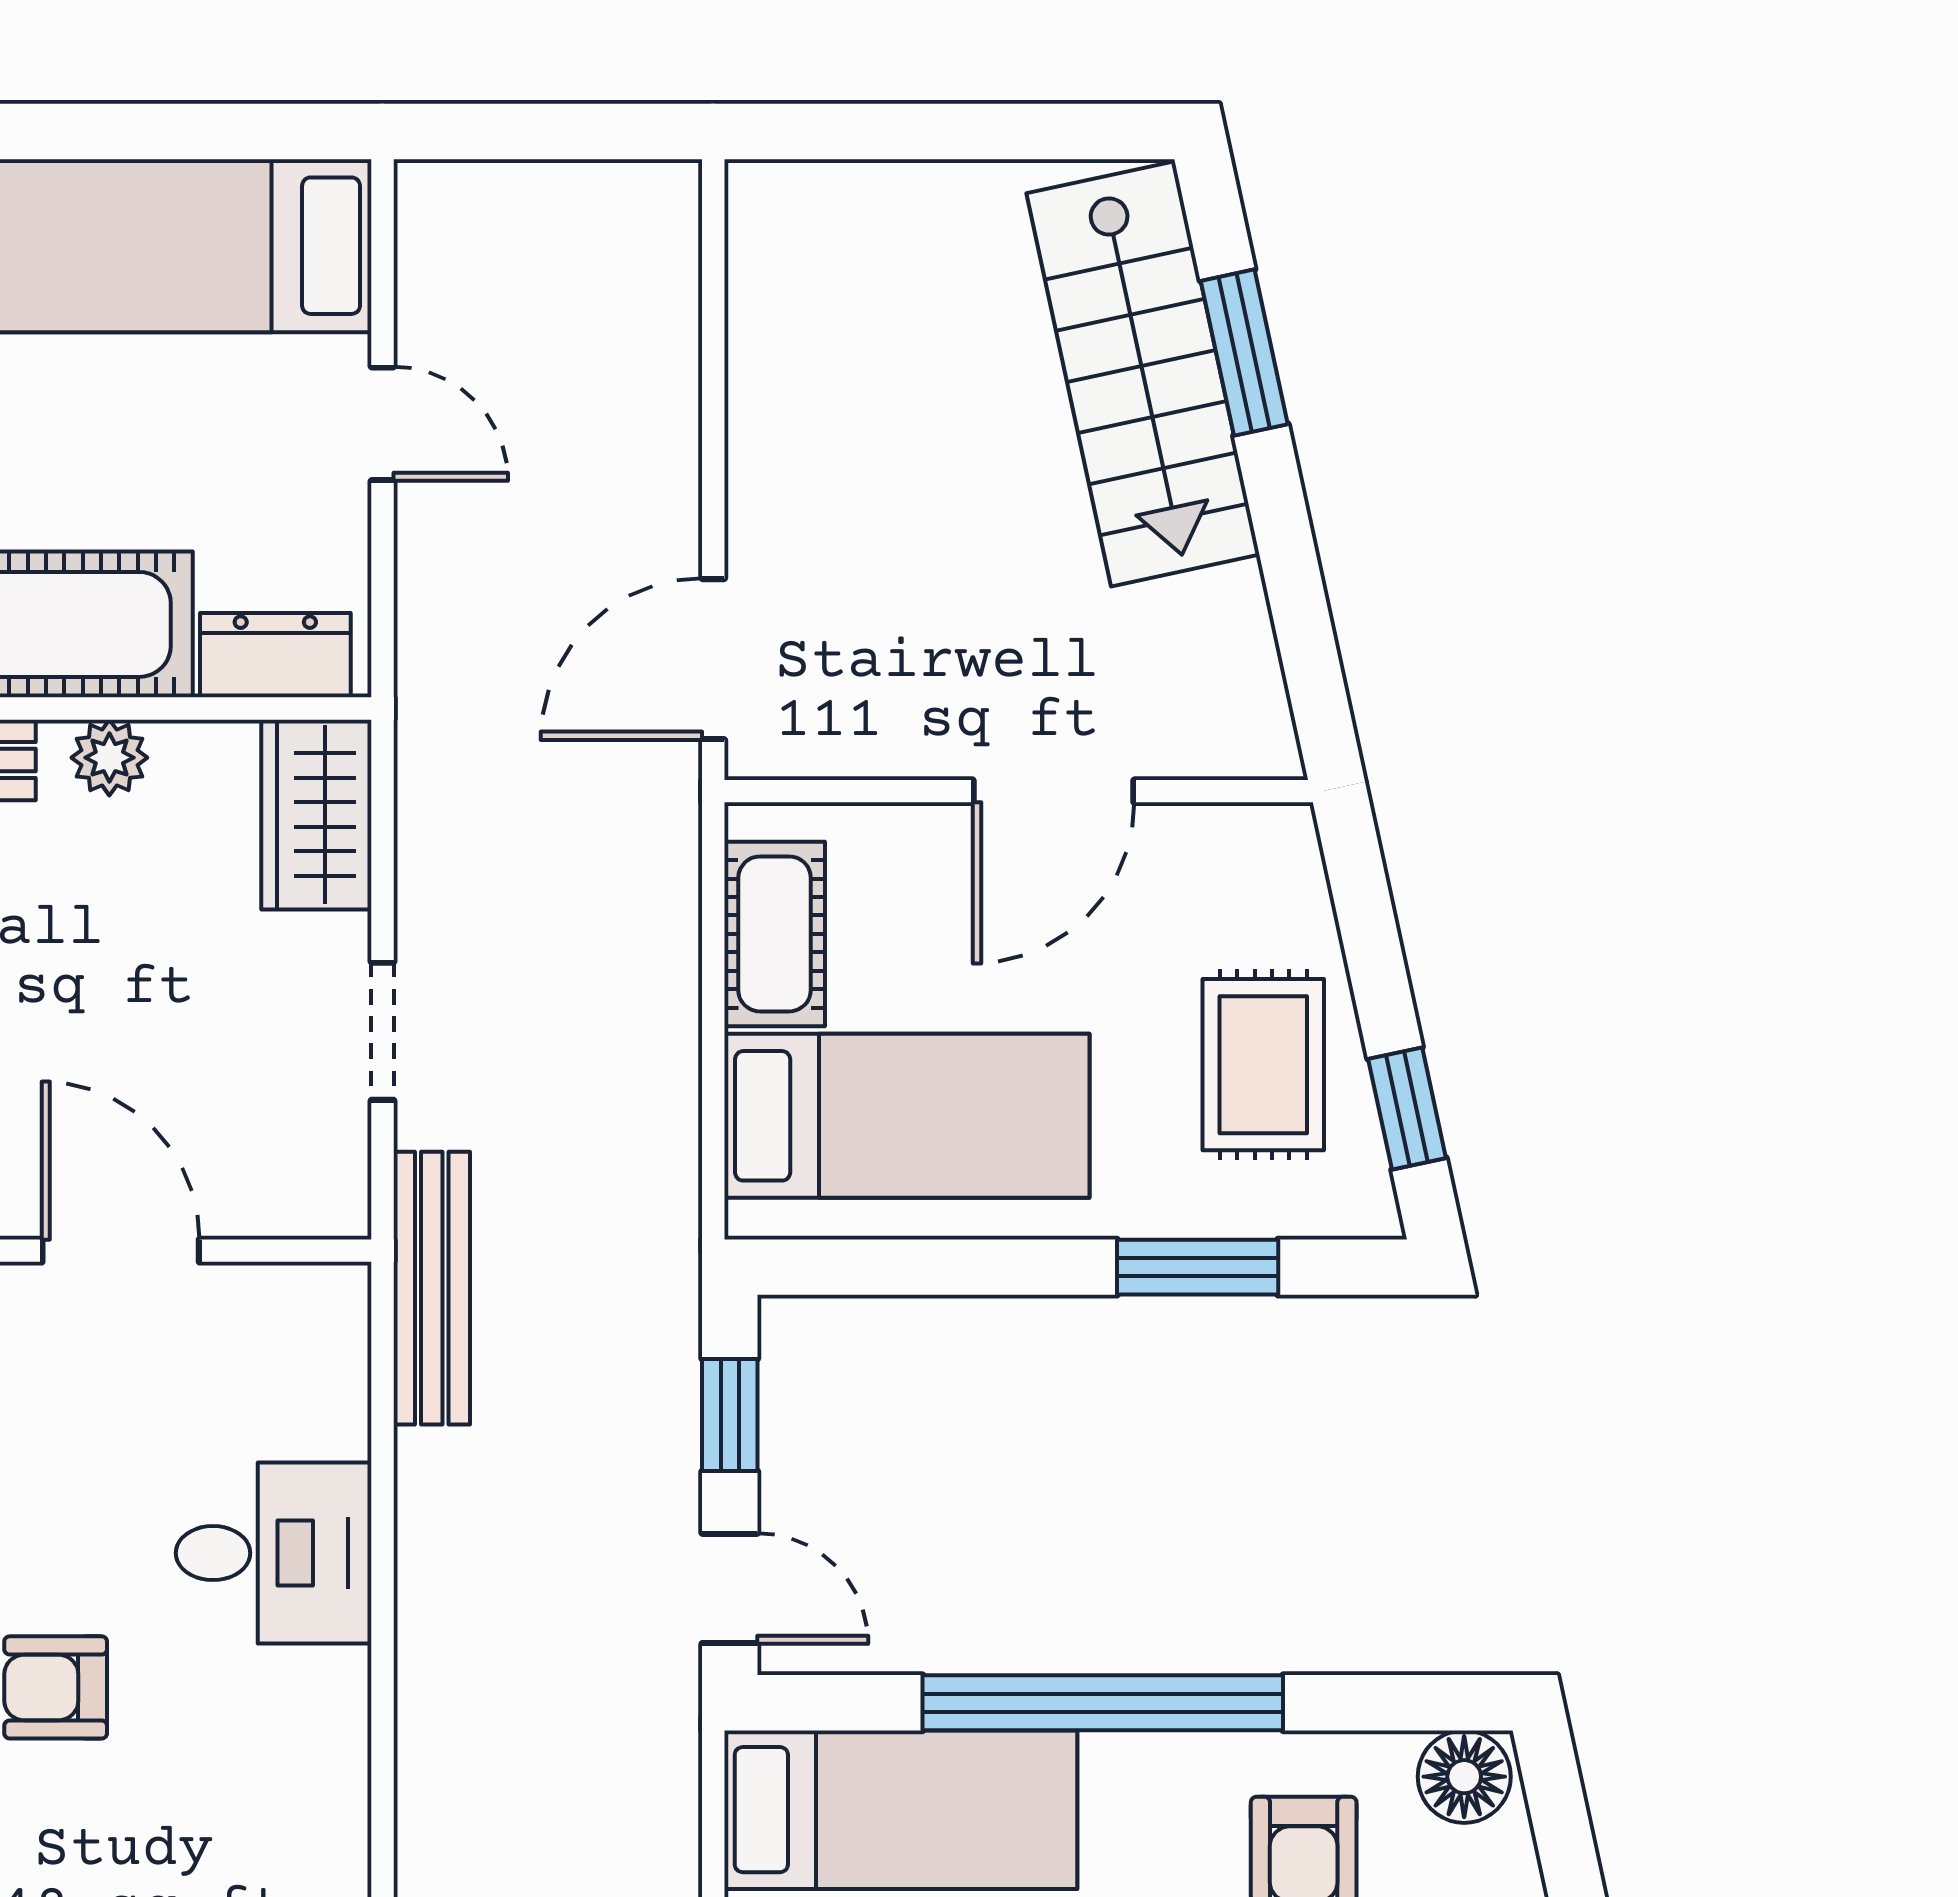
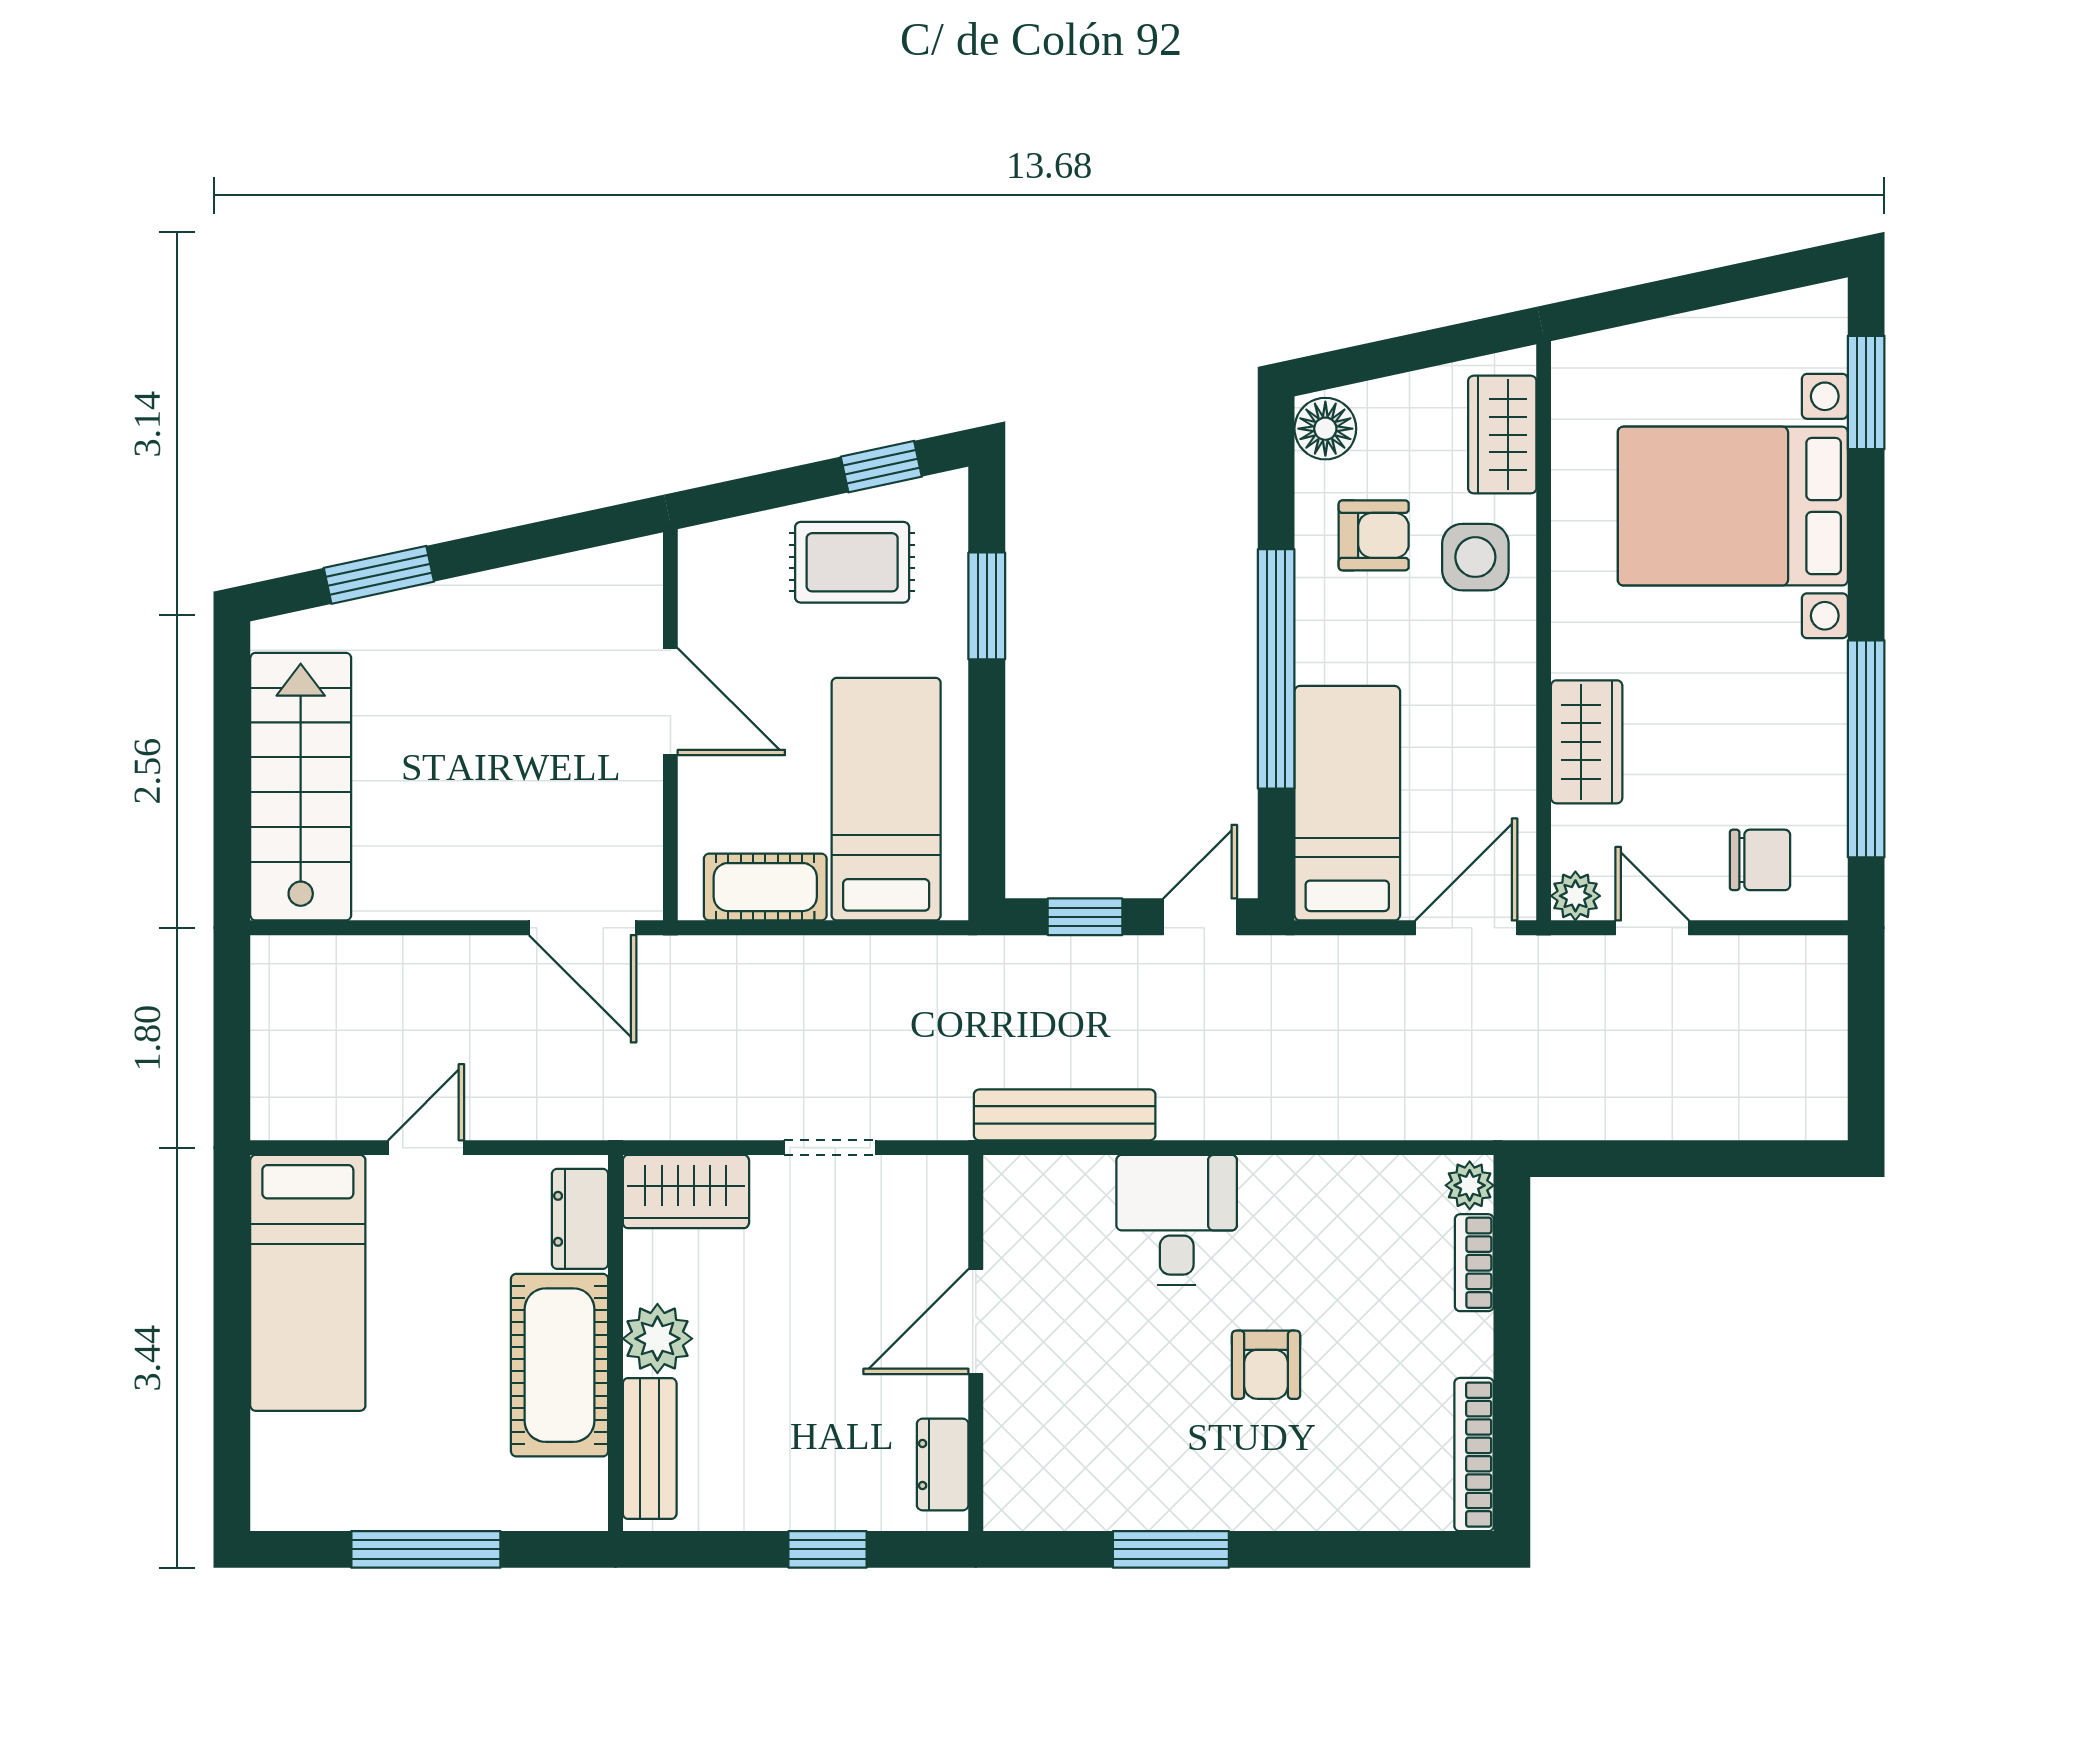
stairs: (1143, 374) -> (301, 787), moved, turned -78
plant: (109, 758) -> (657, 1339), width x1.38, depth x1.38
bench: (432, 1288) -> (1065, 1115), moved

